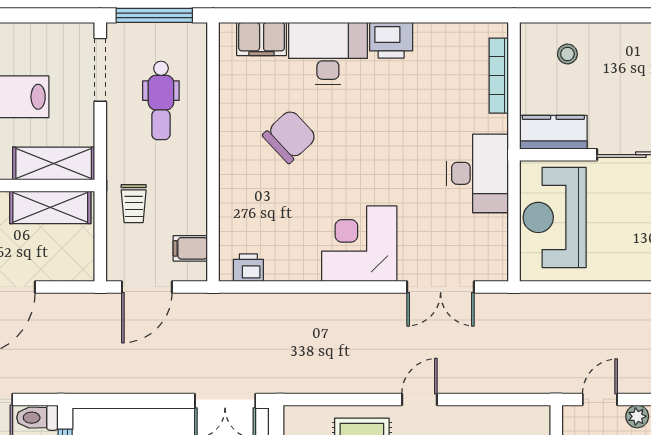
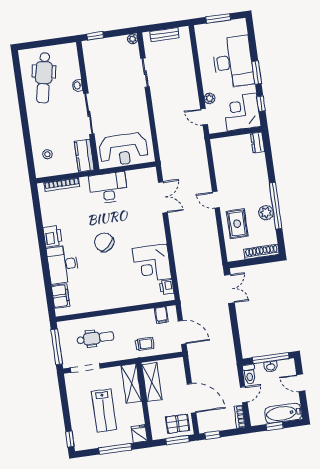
chair: (290, 136) -> (104, 242), moved
corner desk: (359, 244) -> (152, 263), moved

